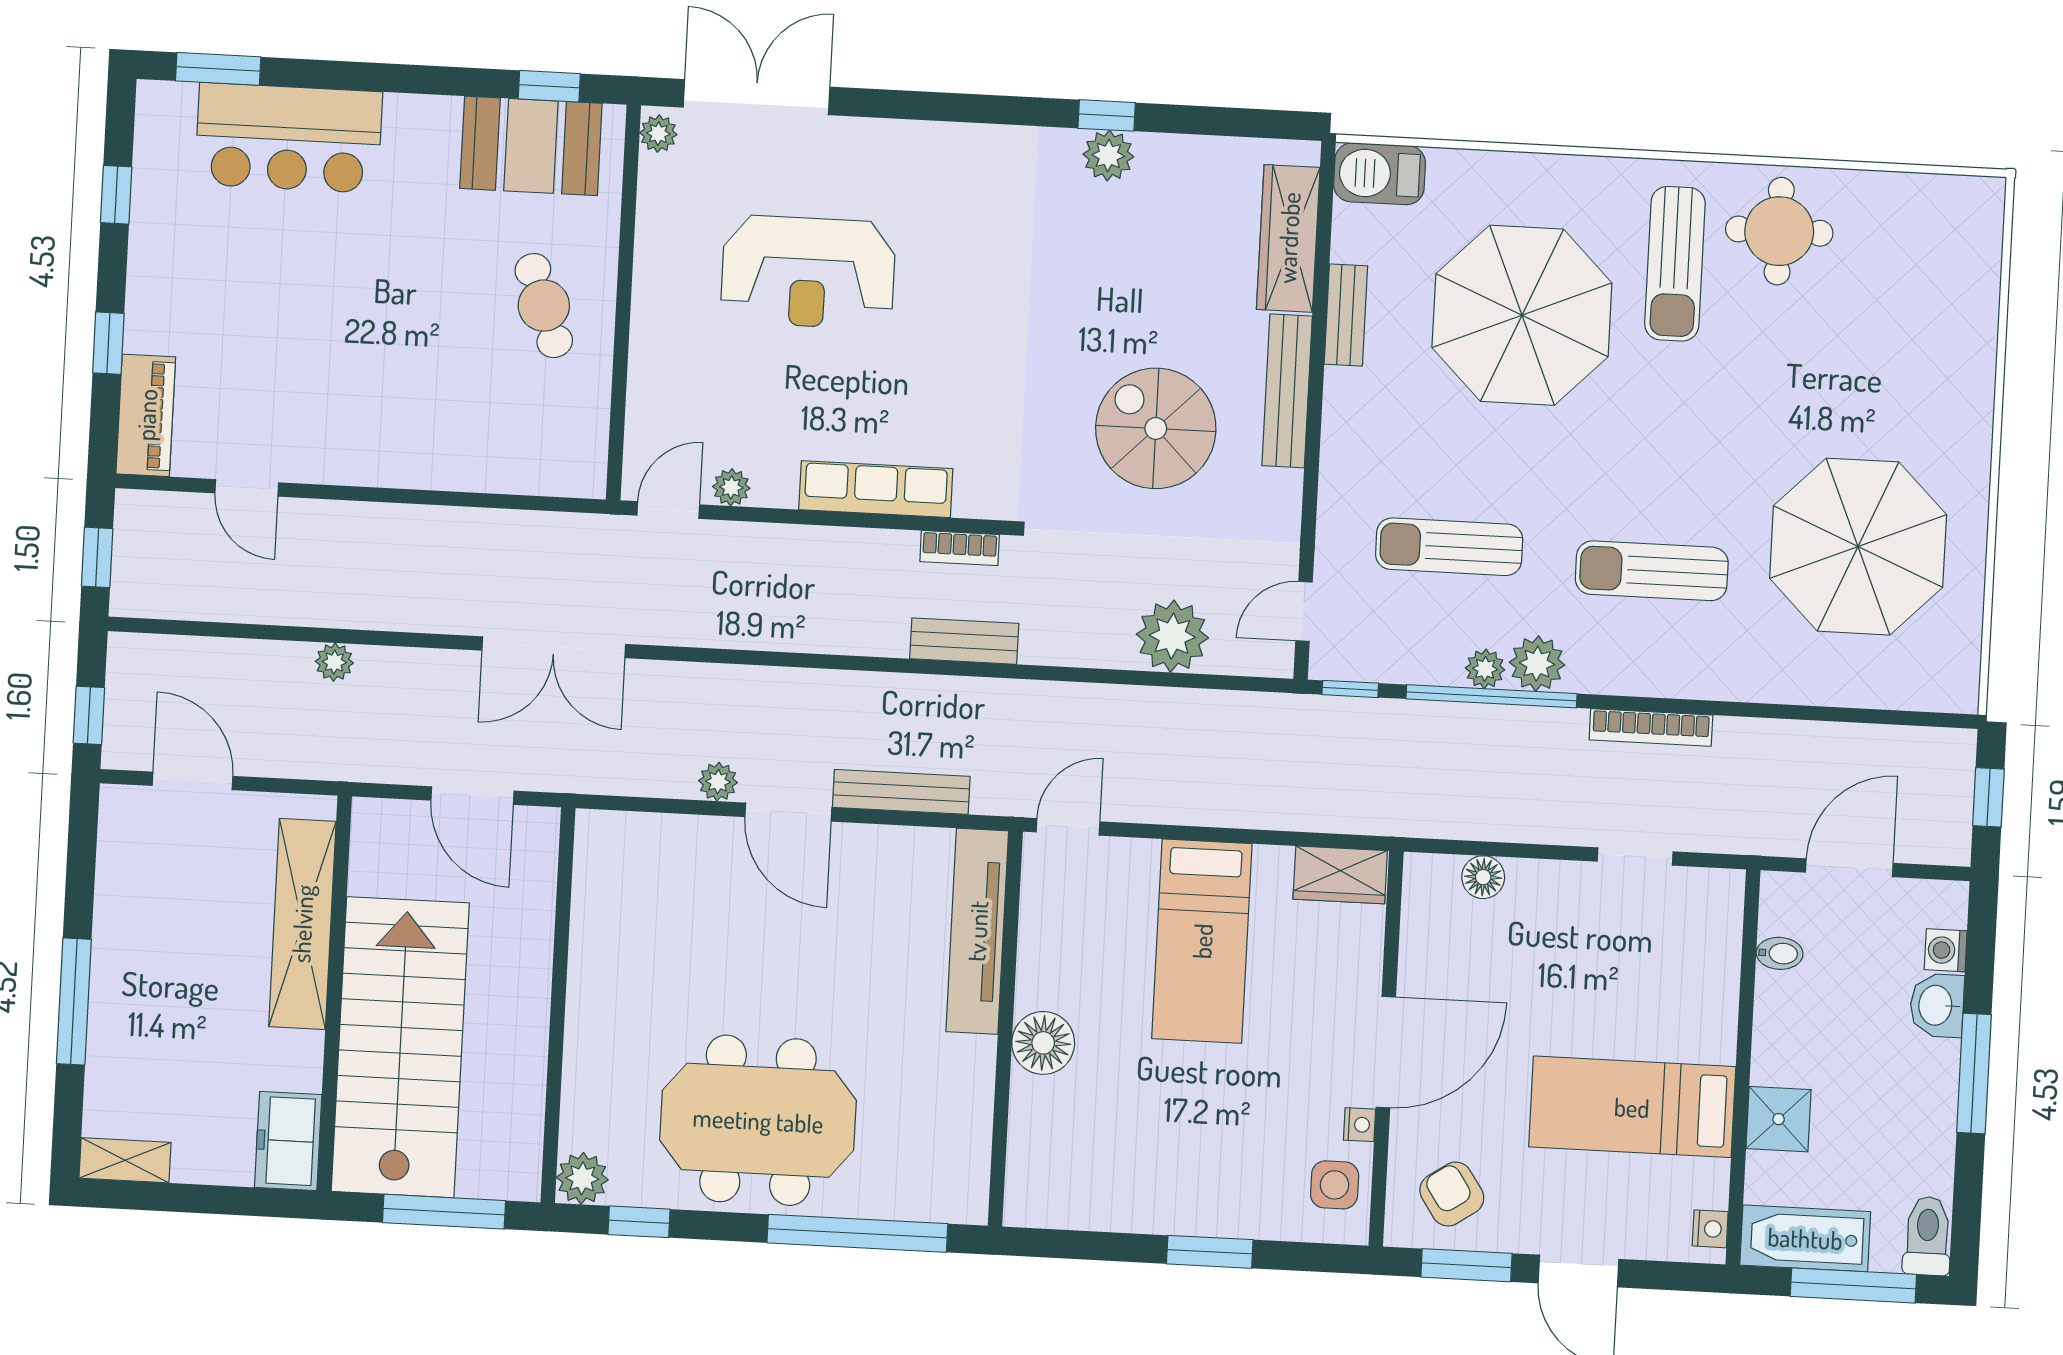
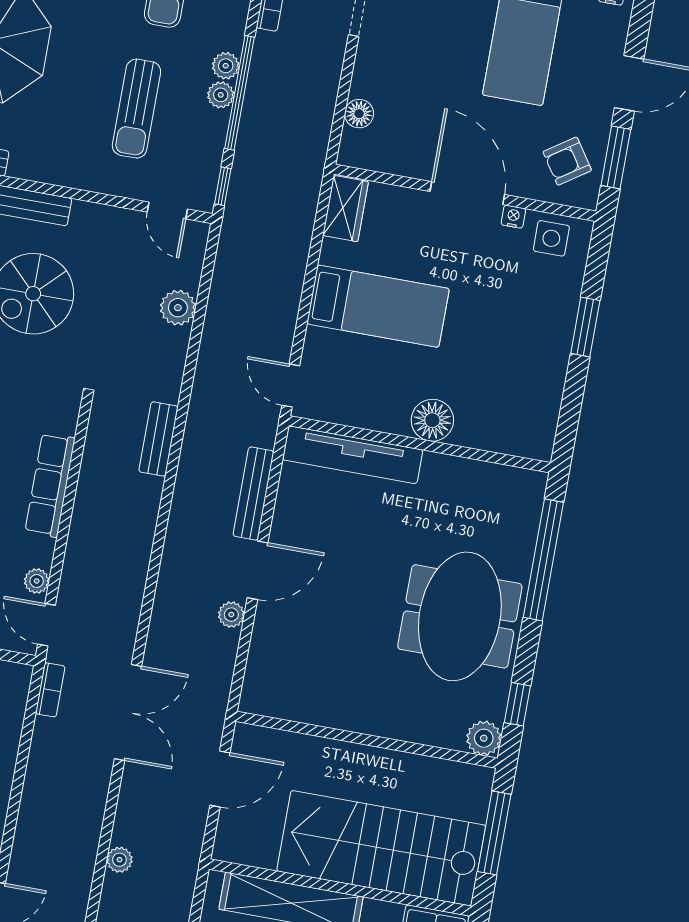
bookcase: (960, 548) -> (50, 690), moved
plant: (1172, 636) -> (178, 308), width x0.73, depth x0.73
plant: (1537, 664) -> (226, 66), width x0.73, depth x0.73

